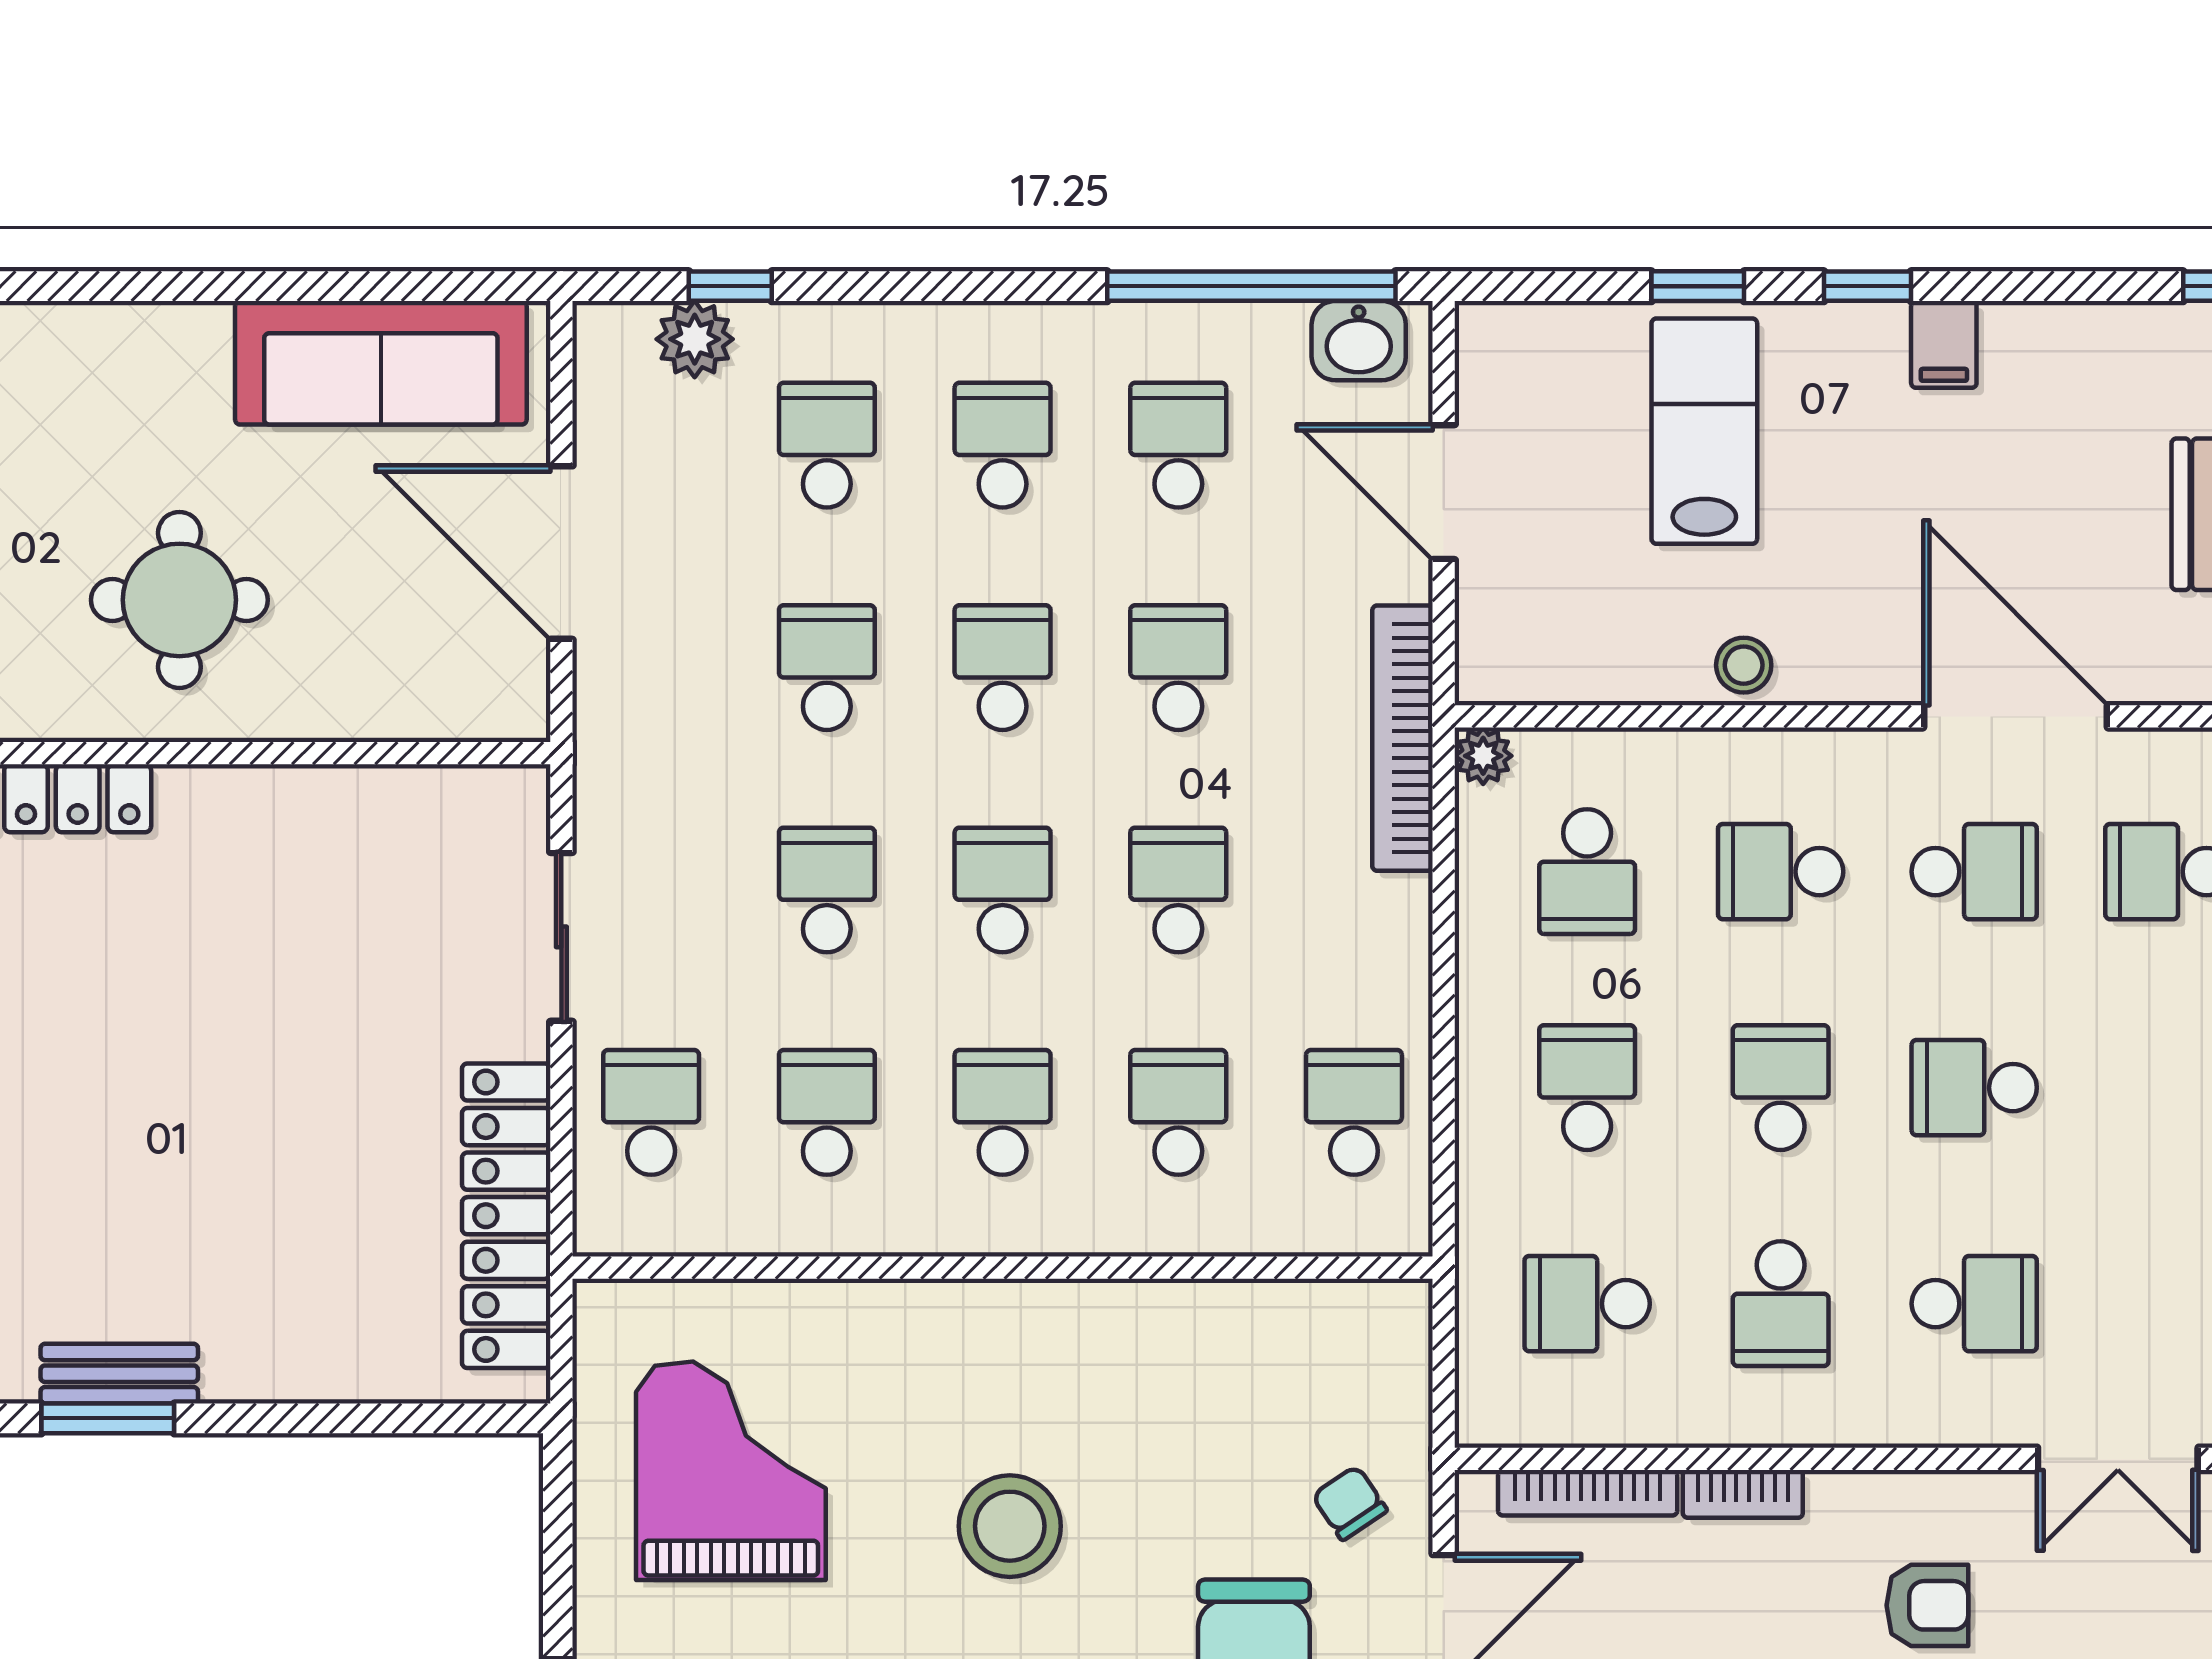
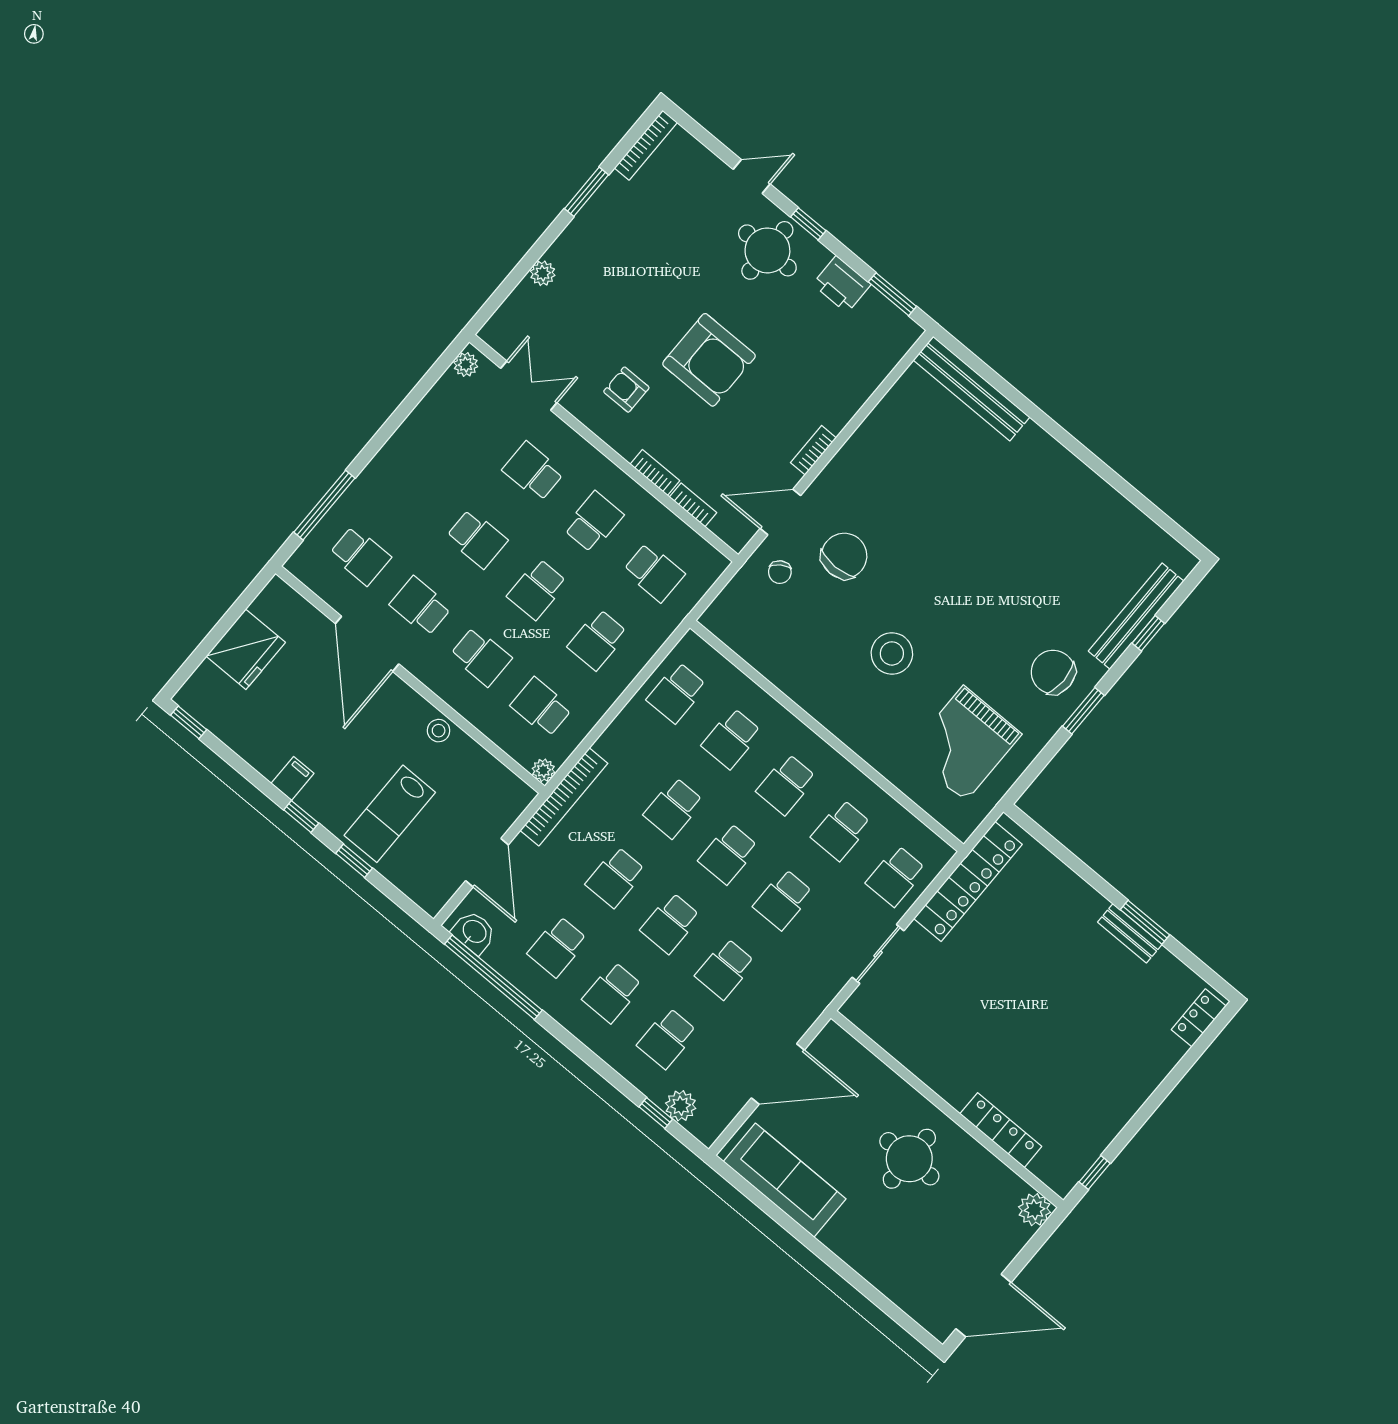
door: (561, 553) -> (778, 1074), hinge flipped
school desk: (1587, 872) -> (541, 707), turned -90
bookcase: (1588, 1493) -> (693, 505), width x0.64

